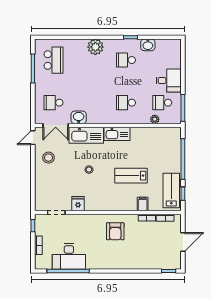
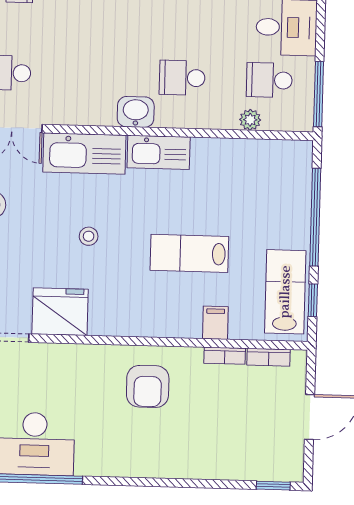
washbasin: (79, 117) -> (136, 112), moved
fridge: (78, 204) -> (60, 312), width x1.88, depth x1.34

